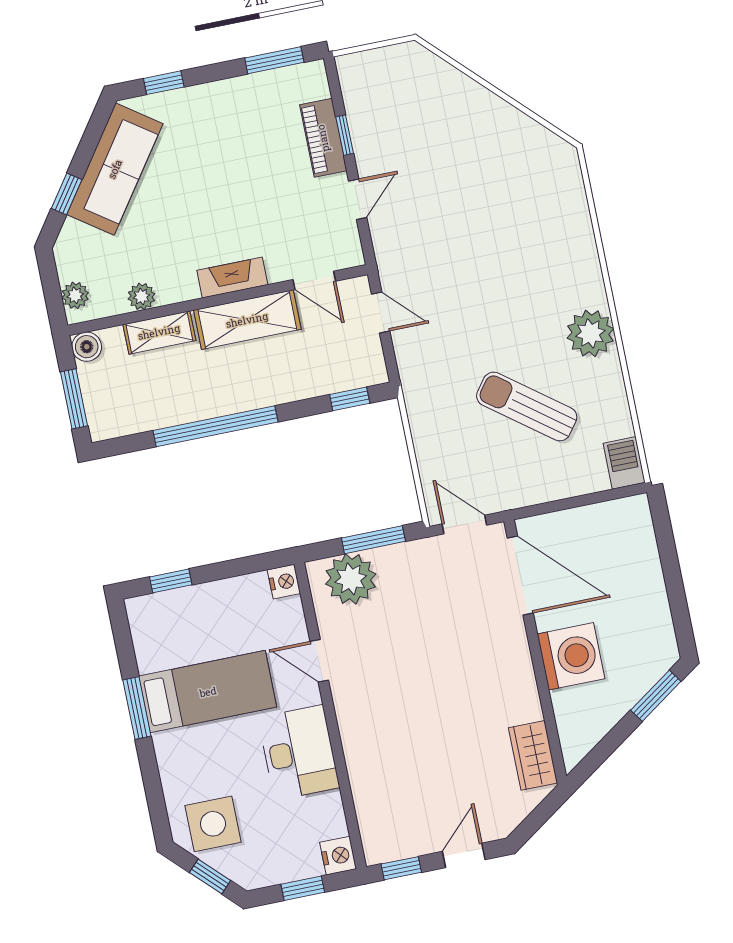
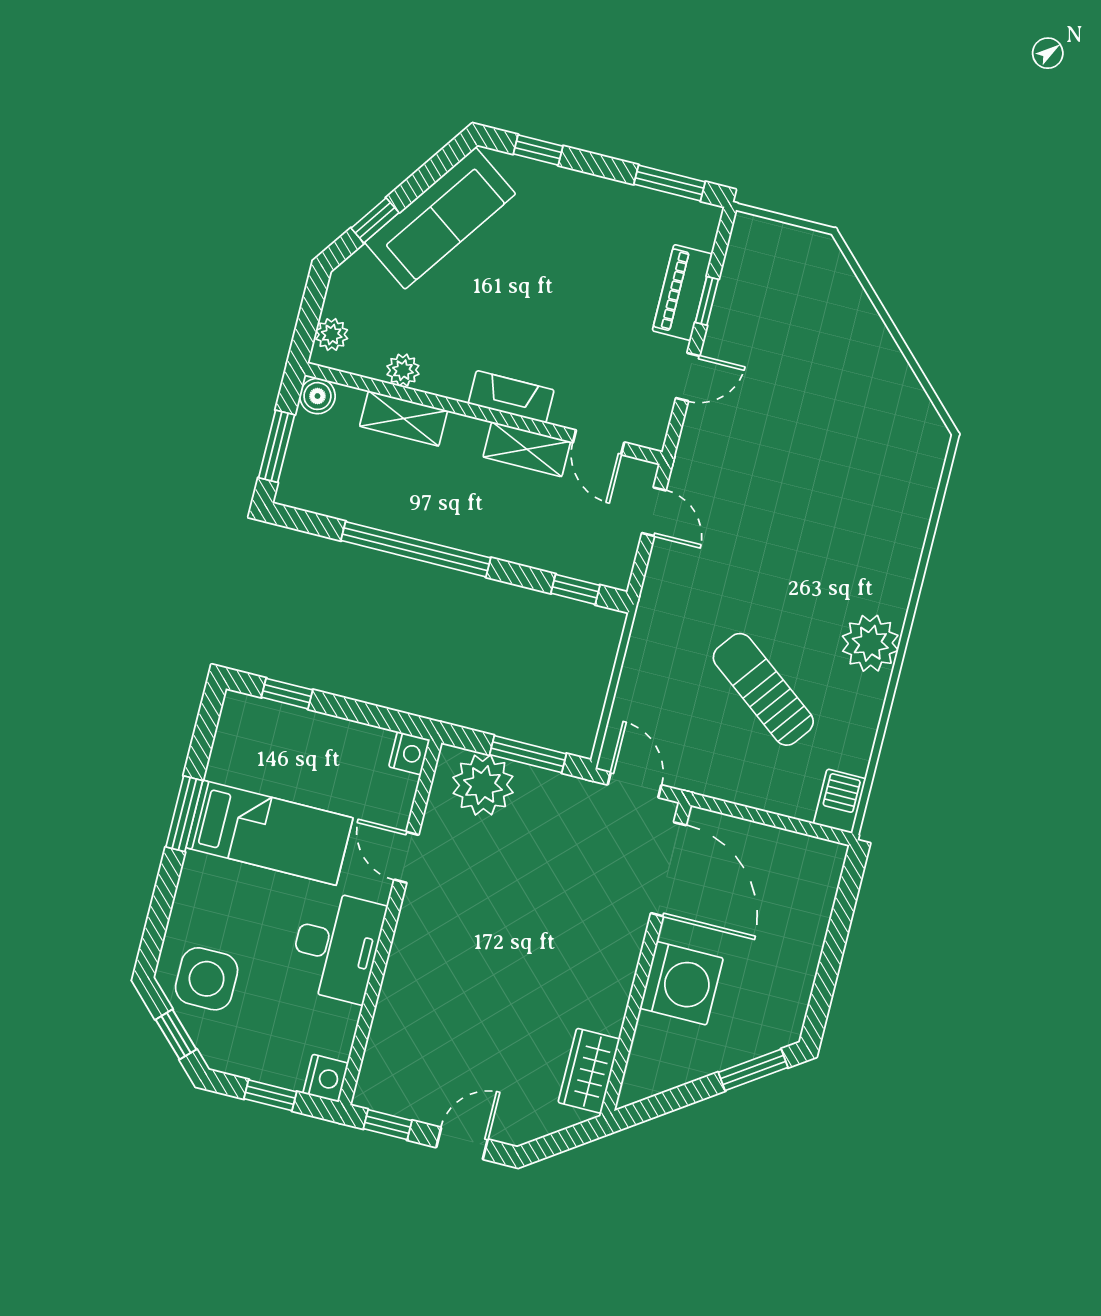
shelving: (247, 320) -> (527, 449), width x0.67, depth x0.75

